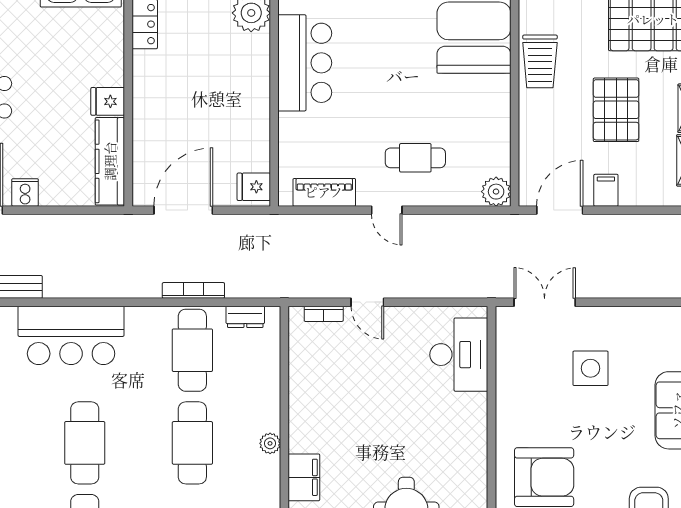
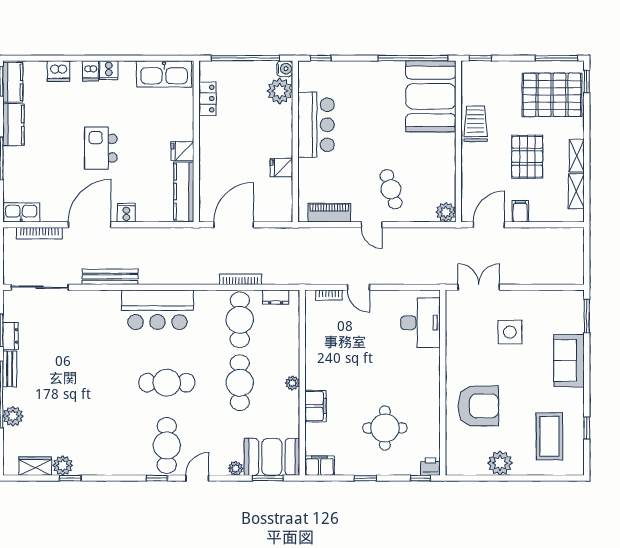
trolley: (540, 61) -> (476, 124), turned 180
cafe table: (415, 158) -> (391, 189), turned 73
fridge: (254, 187) -> (281, 167), moved
cafe table: (85, 443) -> (167, 383), turned 90

